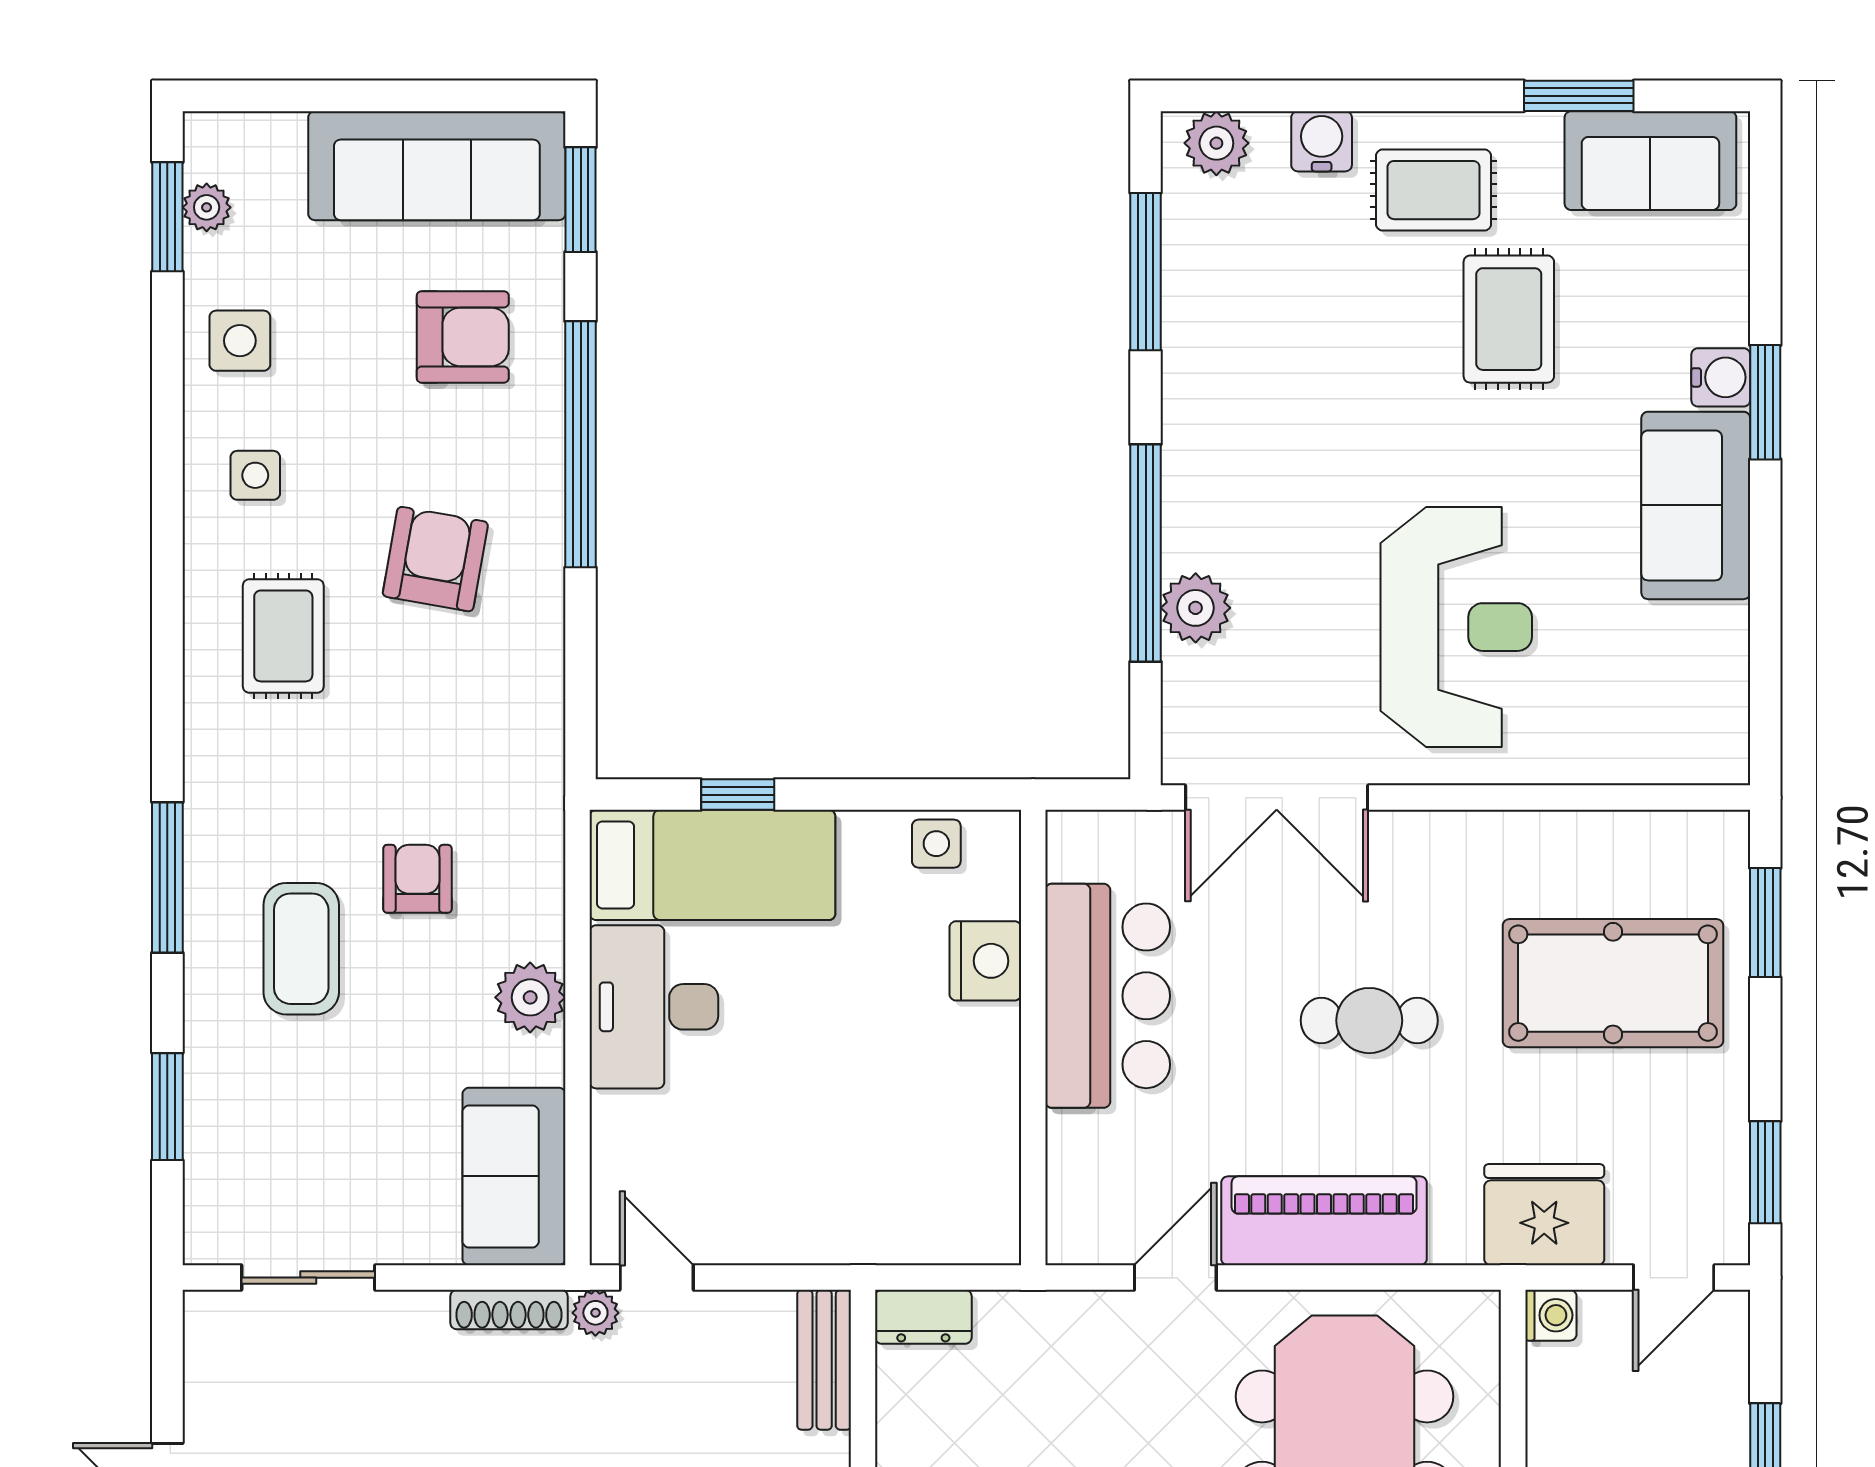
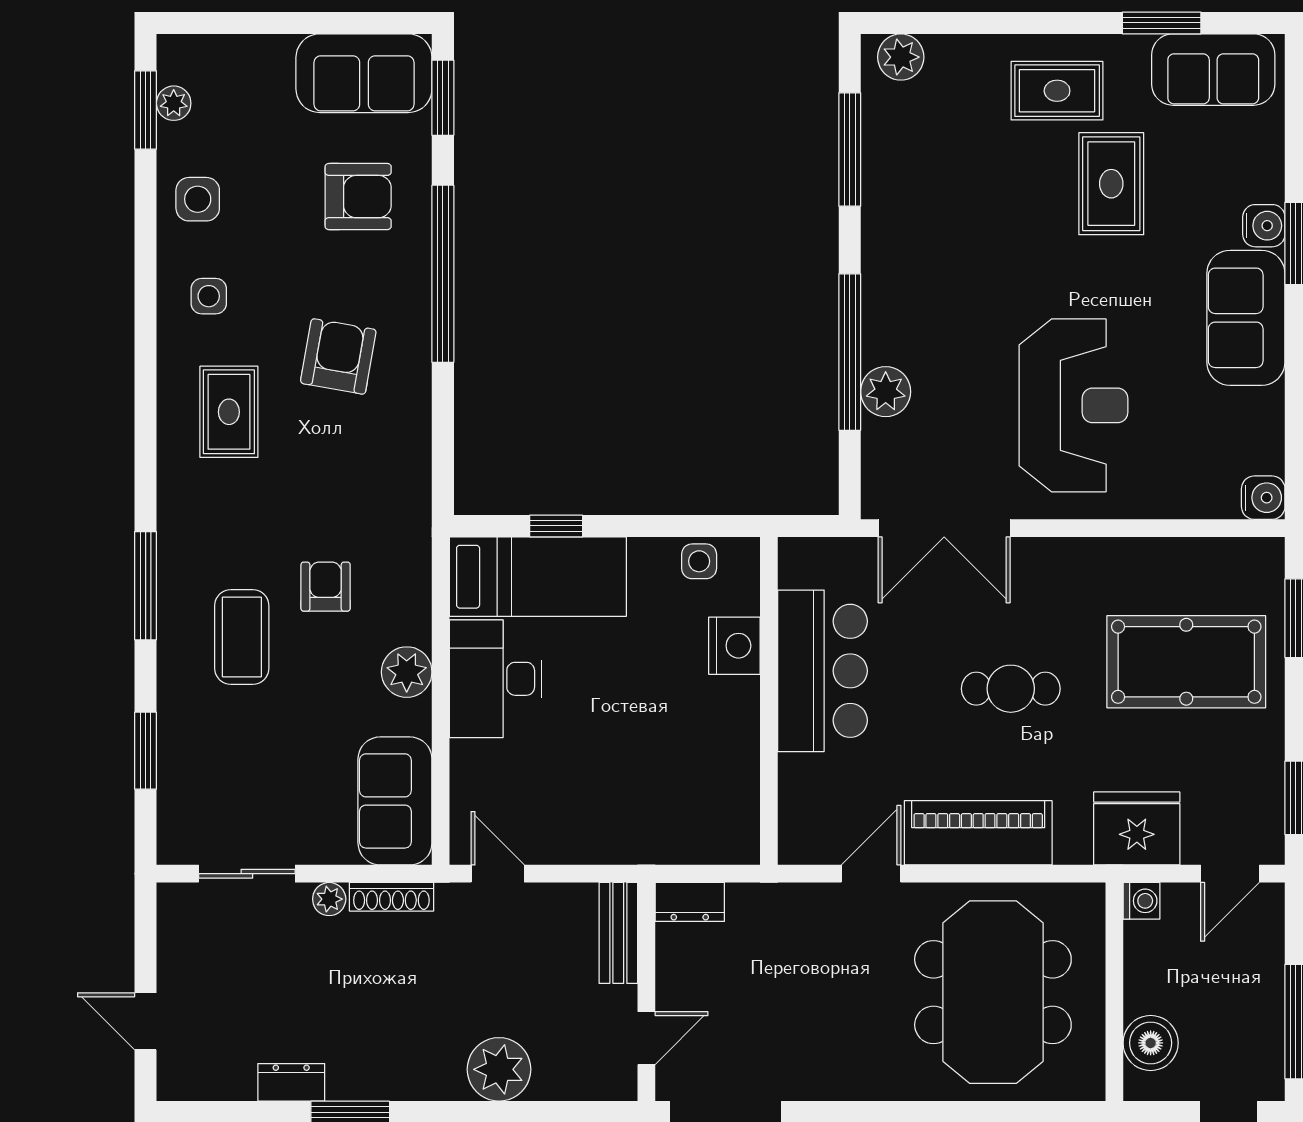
water cooler: (1322, 141) -> (1263, 498), moved, turned 90
sofa: (437, 166) -> (364, 73), width x0.73
plant: (595, 1313) -> (329, 899), moved

